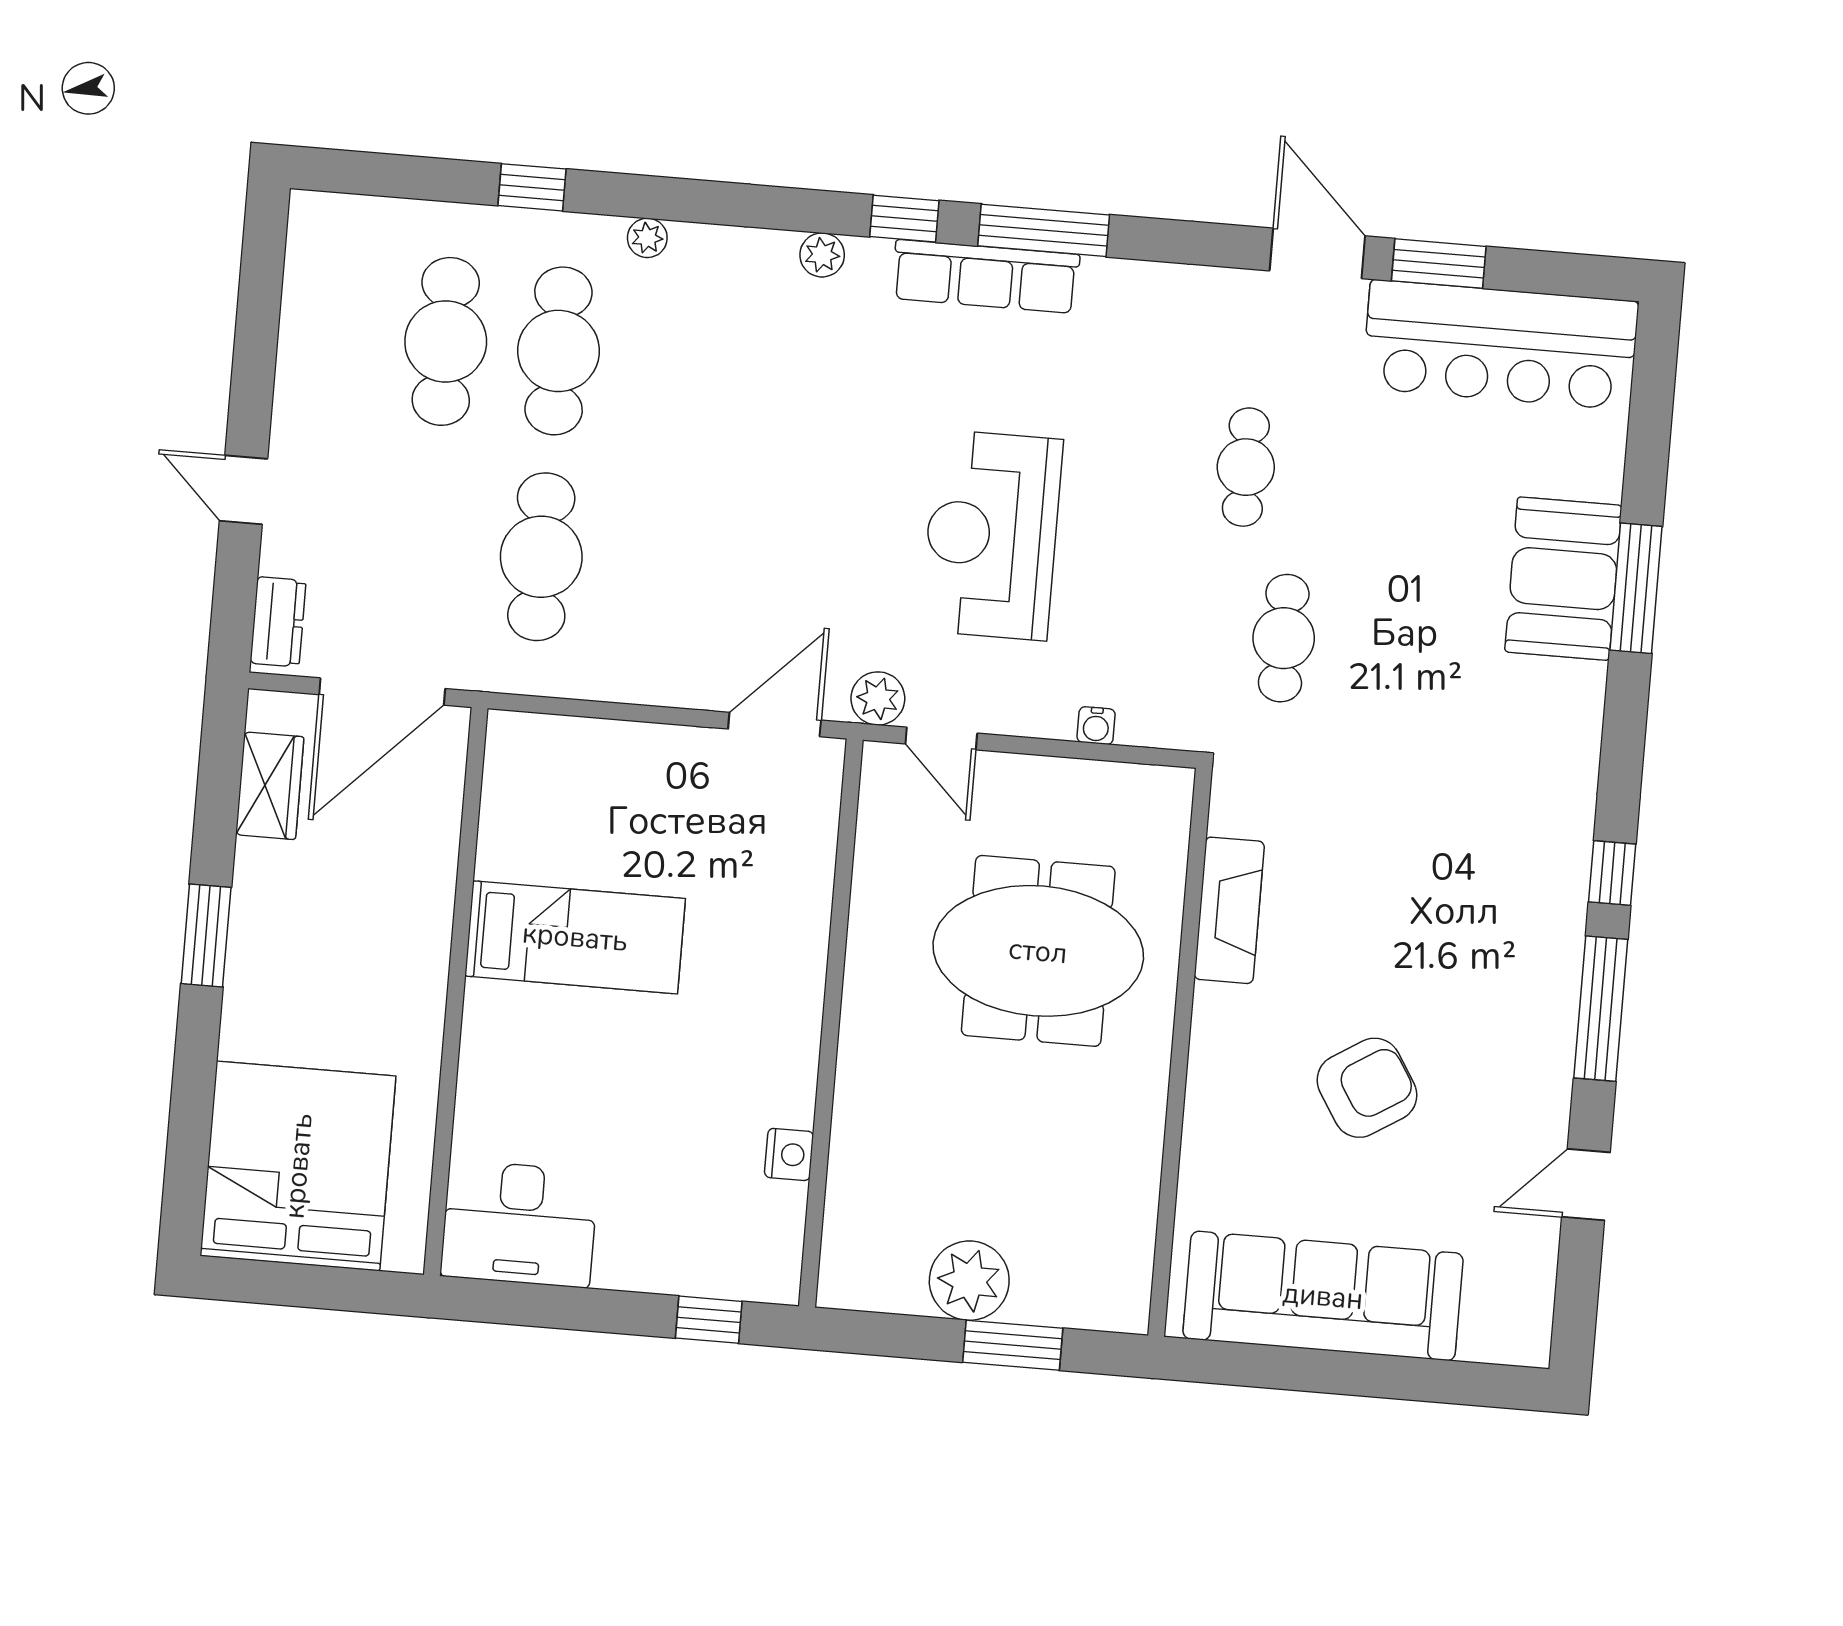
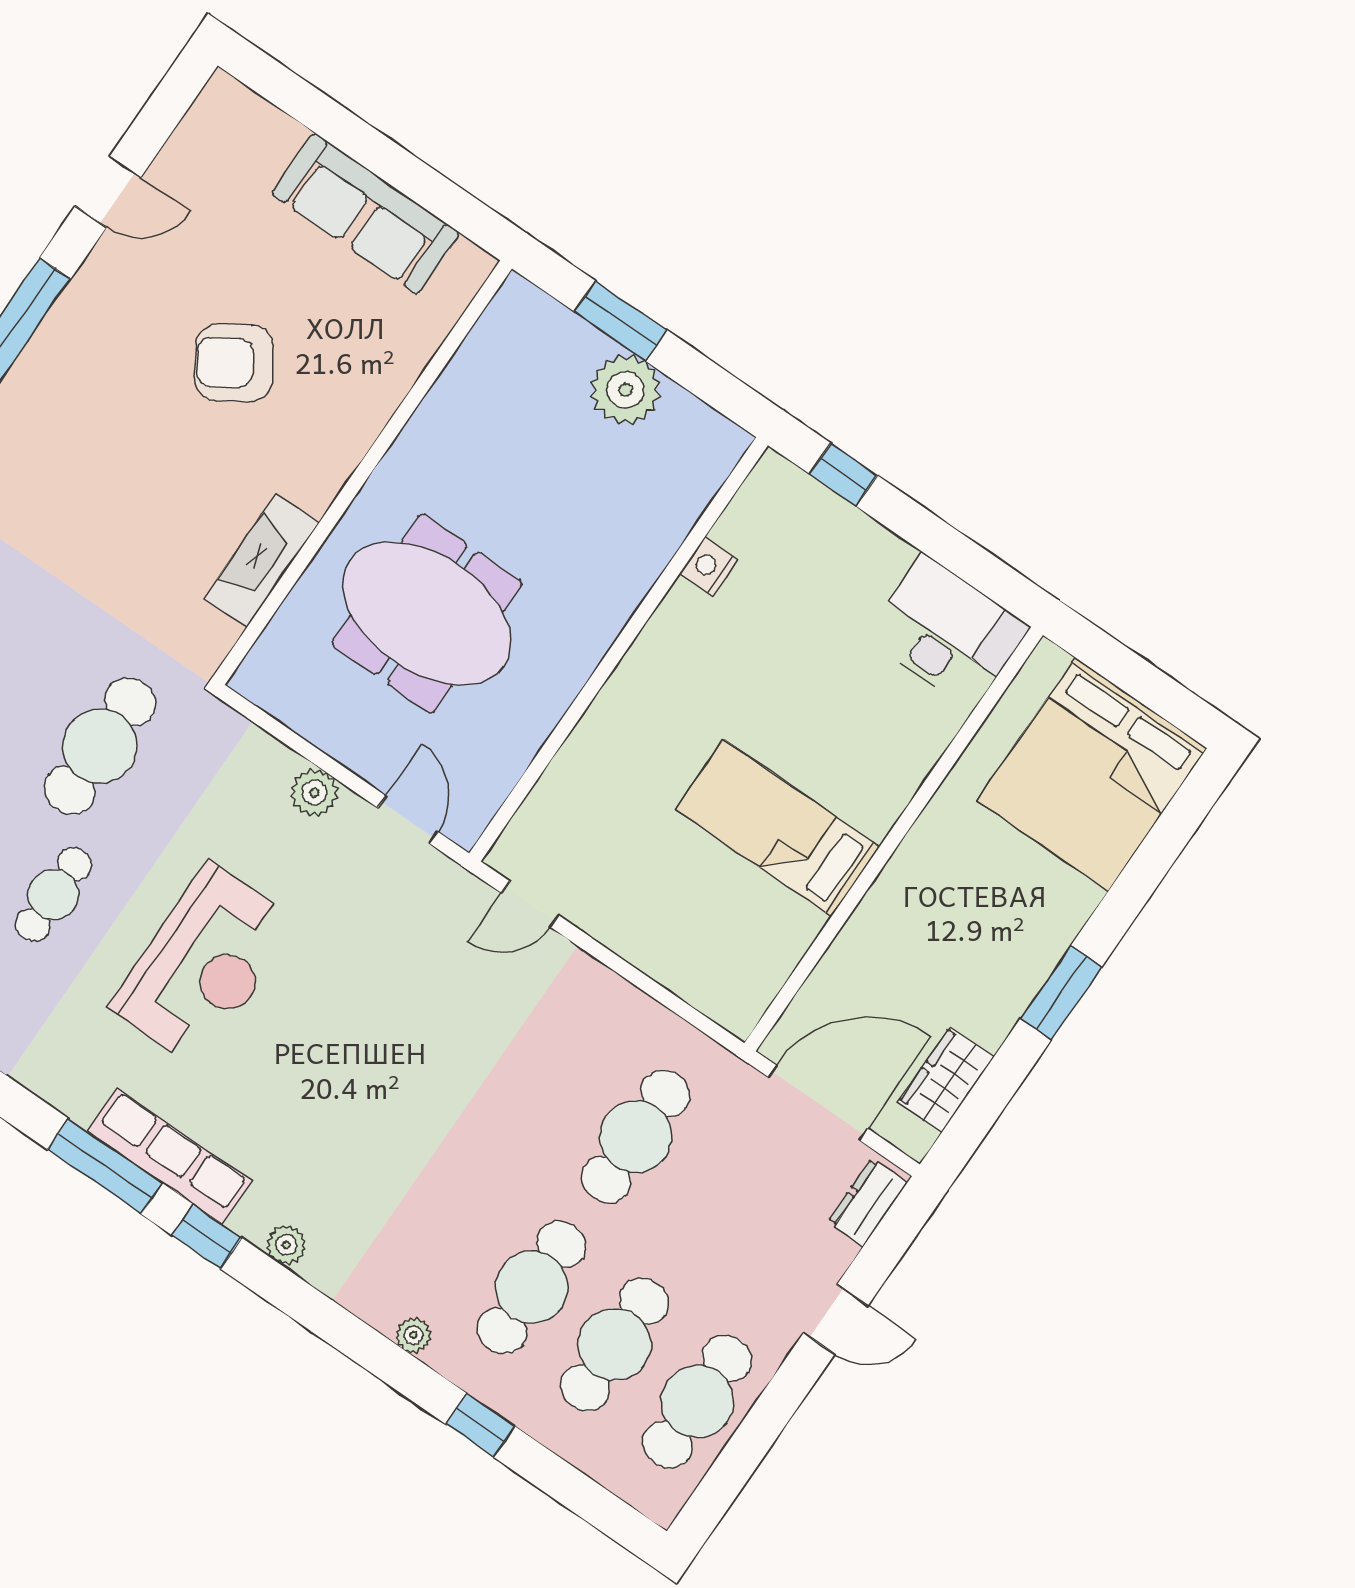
cafe table: (333, 332) -> (697, 1401), added
door: (243, 490) -> (836, 1319), hinge flipped
reception desk: (992, 535) -> (204, 965), moved
cafe table: (1284, 638) -> (100, 746), width x1.37, depth x1.35
plant: (878, 698) -> (314, 793), moved
door: (775, 725) -> (530, 904), width x0.73
water cooler: (1096, 726) -> (283, 761), removed
sofa: (1323, 1296) -> (366, 213), width x0.74, depth x0.79

